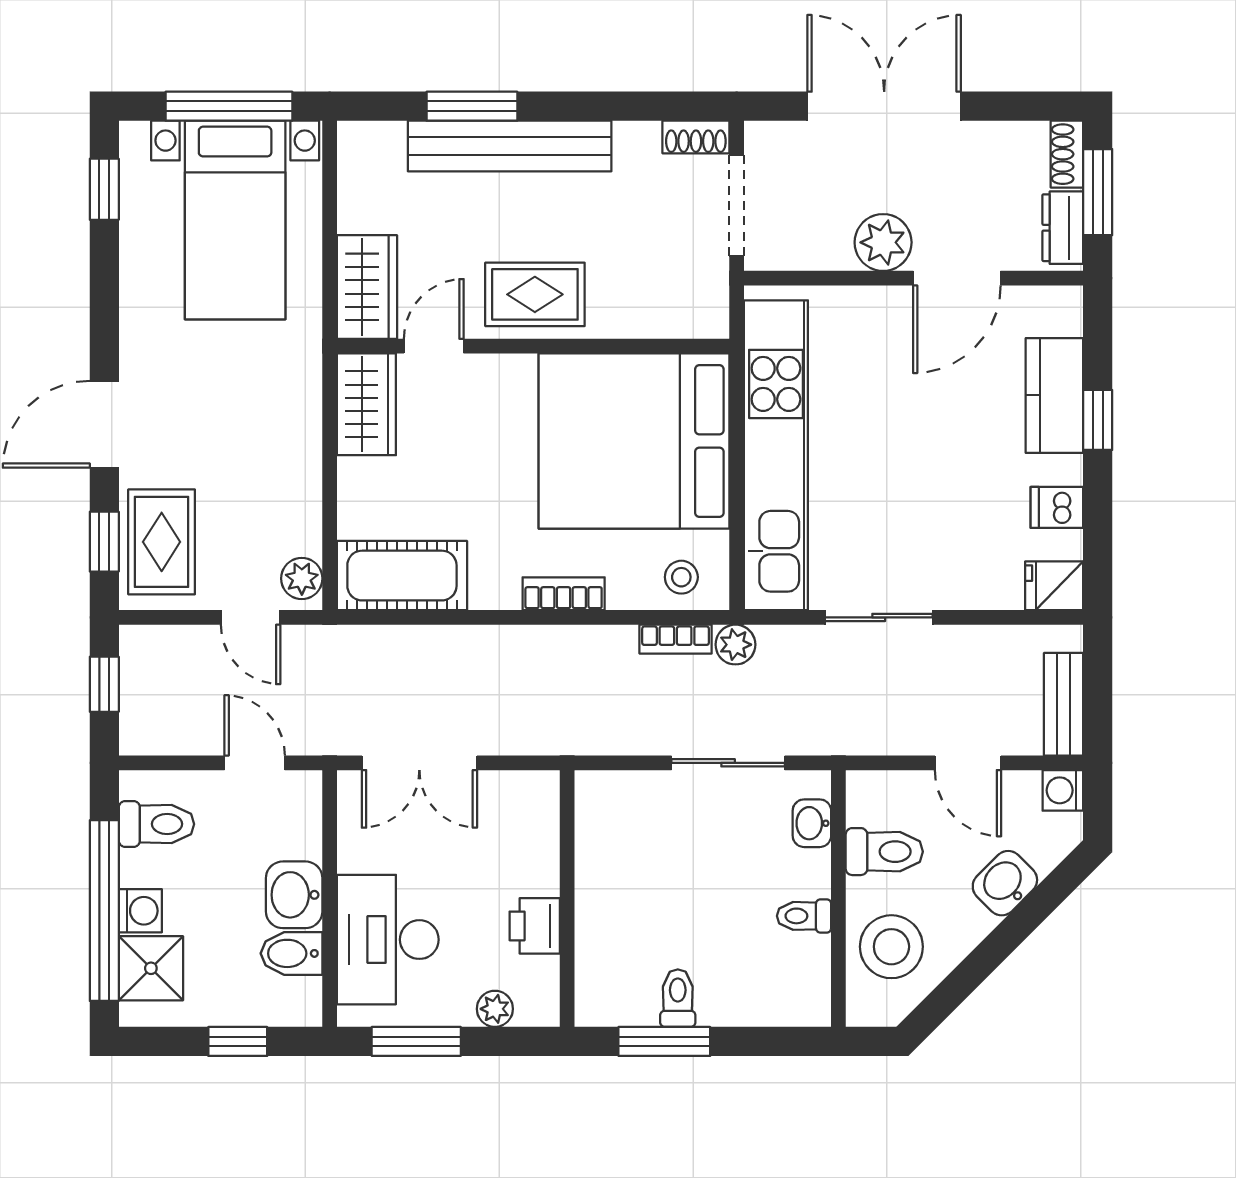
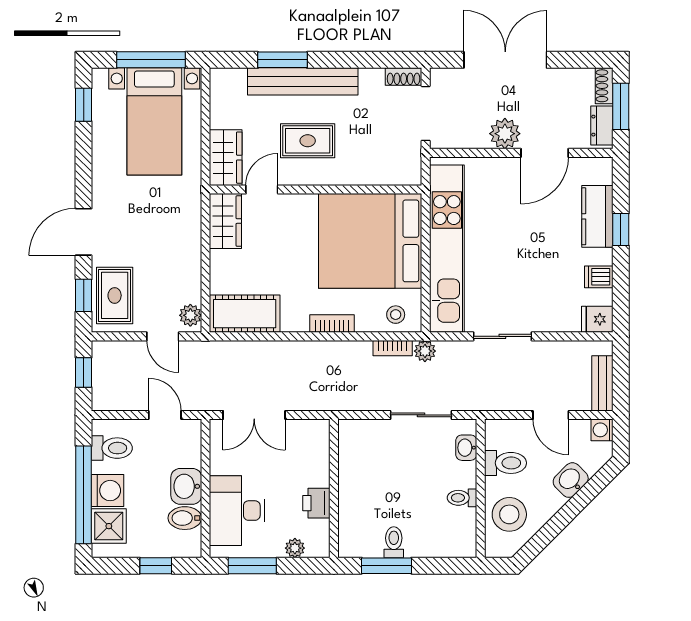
rug: (535, 294) -> (308, 141), moved
washing machine: (140, 911) -> (108, 491), width x1.38, depth x1.38

